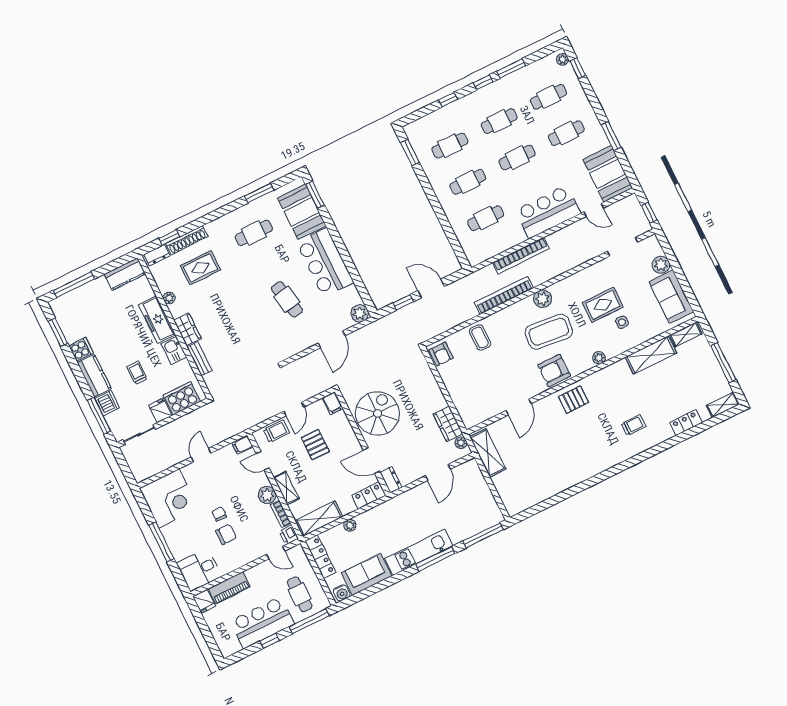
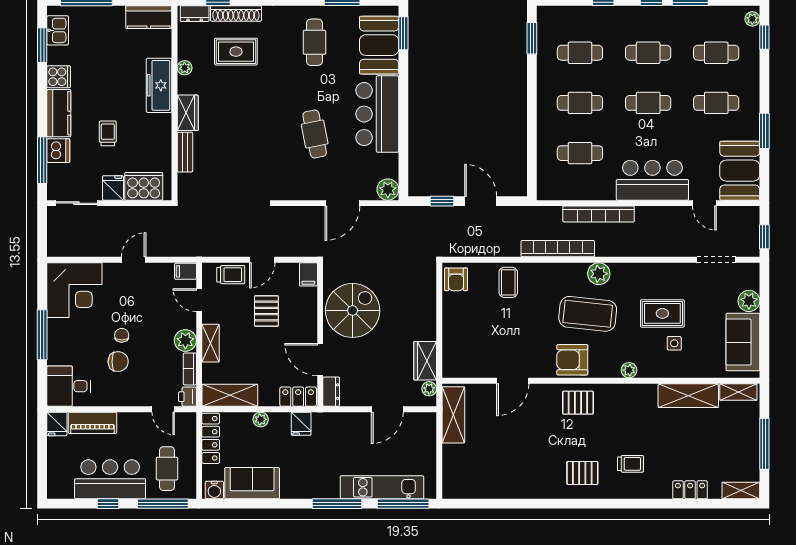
cafe table: (254, 233) -> (314, 42), turned 90
kitchen sink: (174, 350) -> (58, 30), moved, turned 180
pallet: (602, 449) -> (582, 473), added
fridge: (381, 514) -> (301, 424), added
kitchen unit: (419, 552) -> (382, 487), moved

